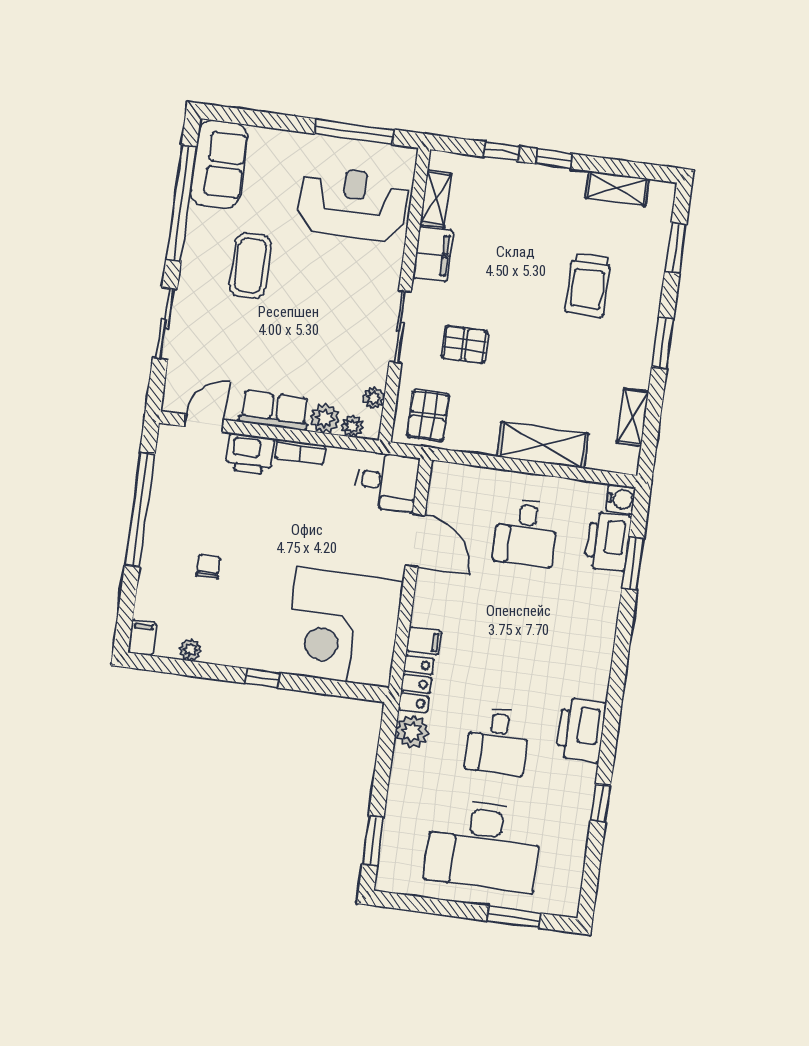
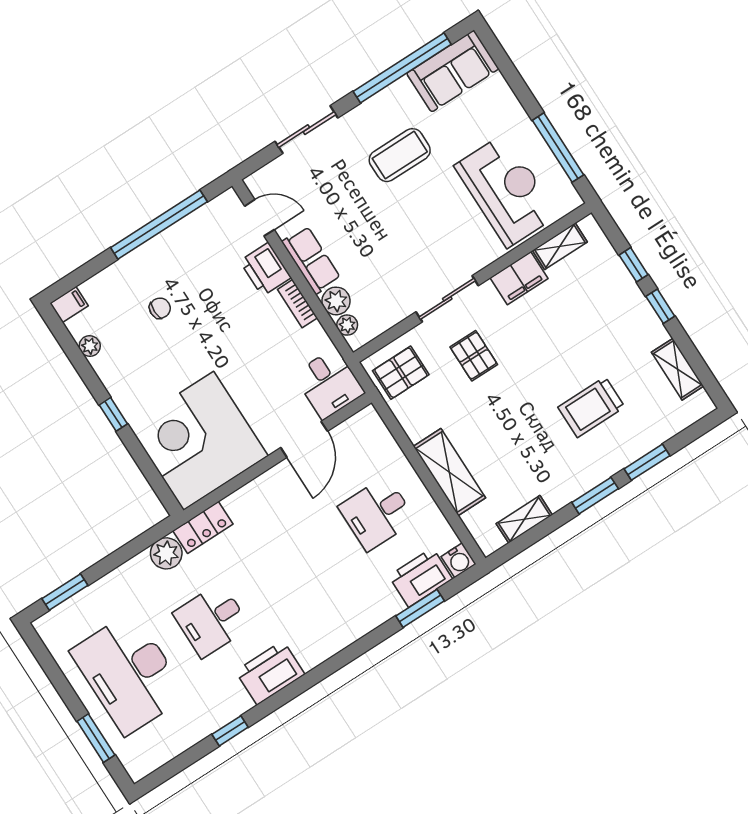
window: (676, 248) -> (647, 462), moved
plant: (374, 398) -> (381, 323), removed
filing cabinet: (424, 641) -> (238, 507), removed

